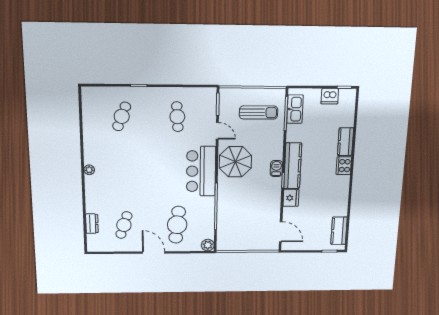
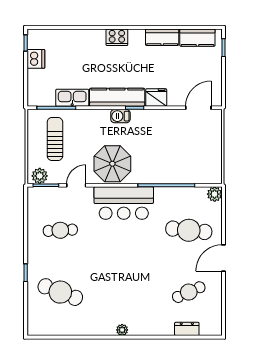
plant: (226, 99) -> (40, 176), added
kitchen sink: (295, 109) -> (72, 98), moved
cafe table: (122, 116) -> (60, 292), width x1.37, depth x1.35
kitchen counter: (346, 142) -> (162, 37), moved
cafe table: (124, 225) -> (189, 292), turned -42

